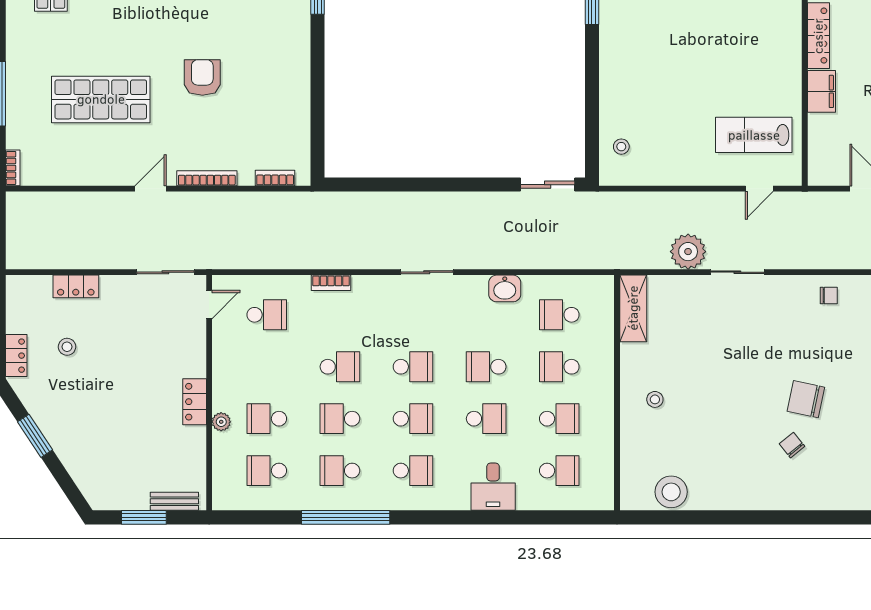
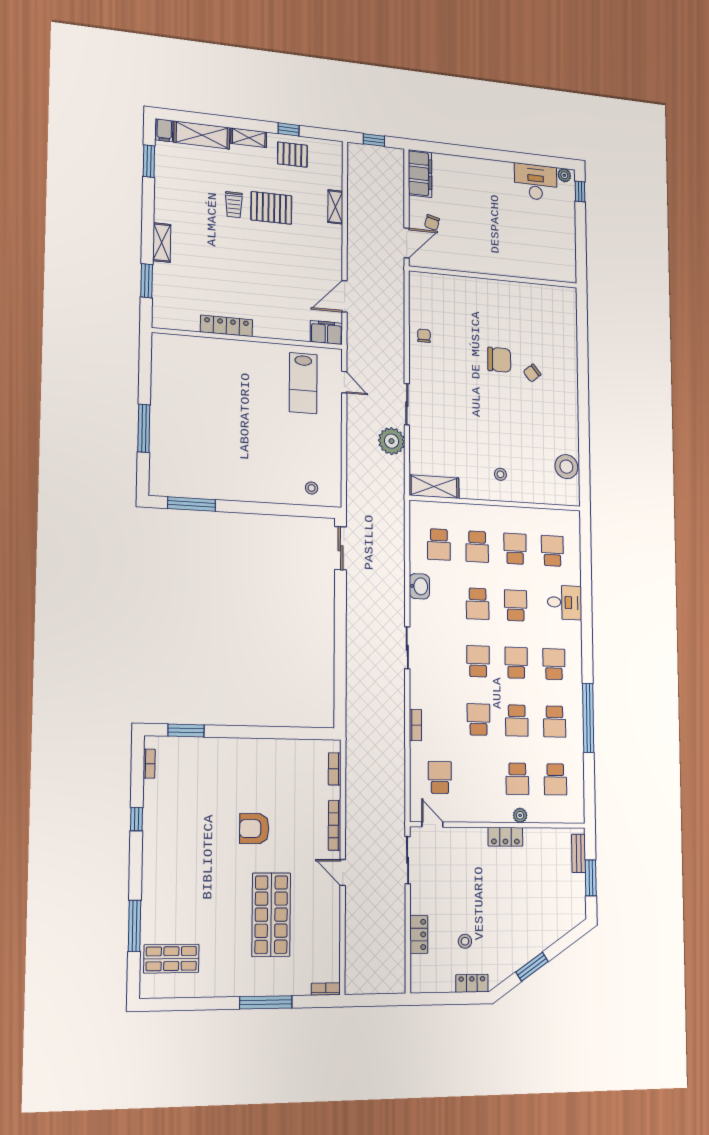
filing cabinet: (822, 91) -> (326, 332), moved
chair: (806, 399) -> (499, 360), turned -102

